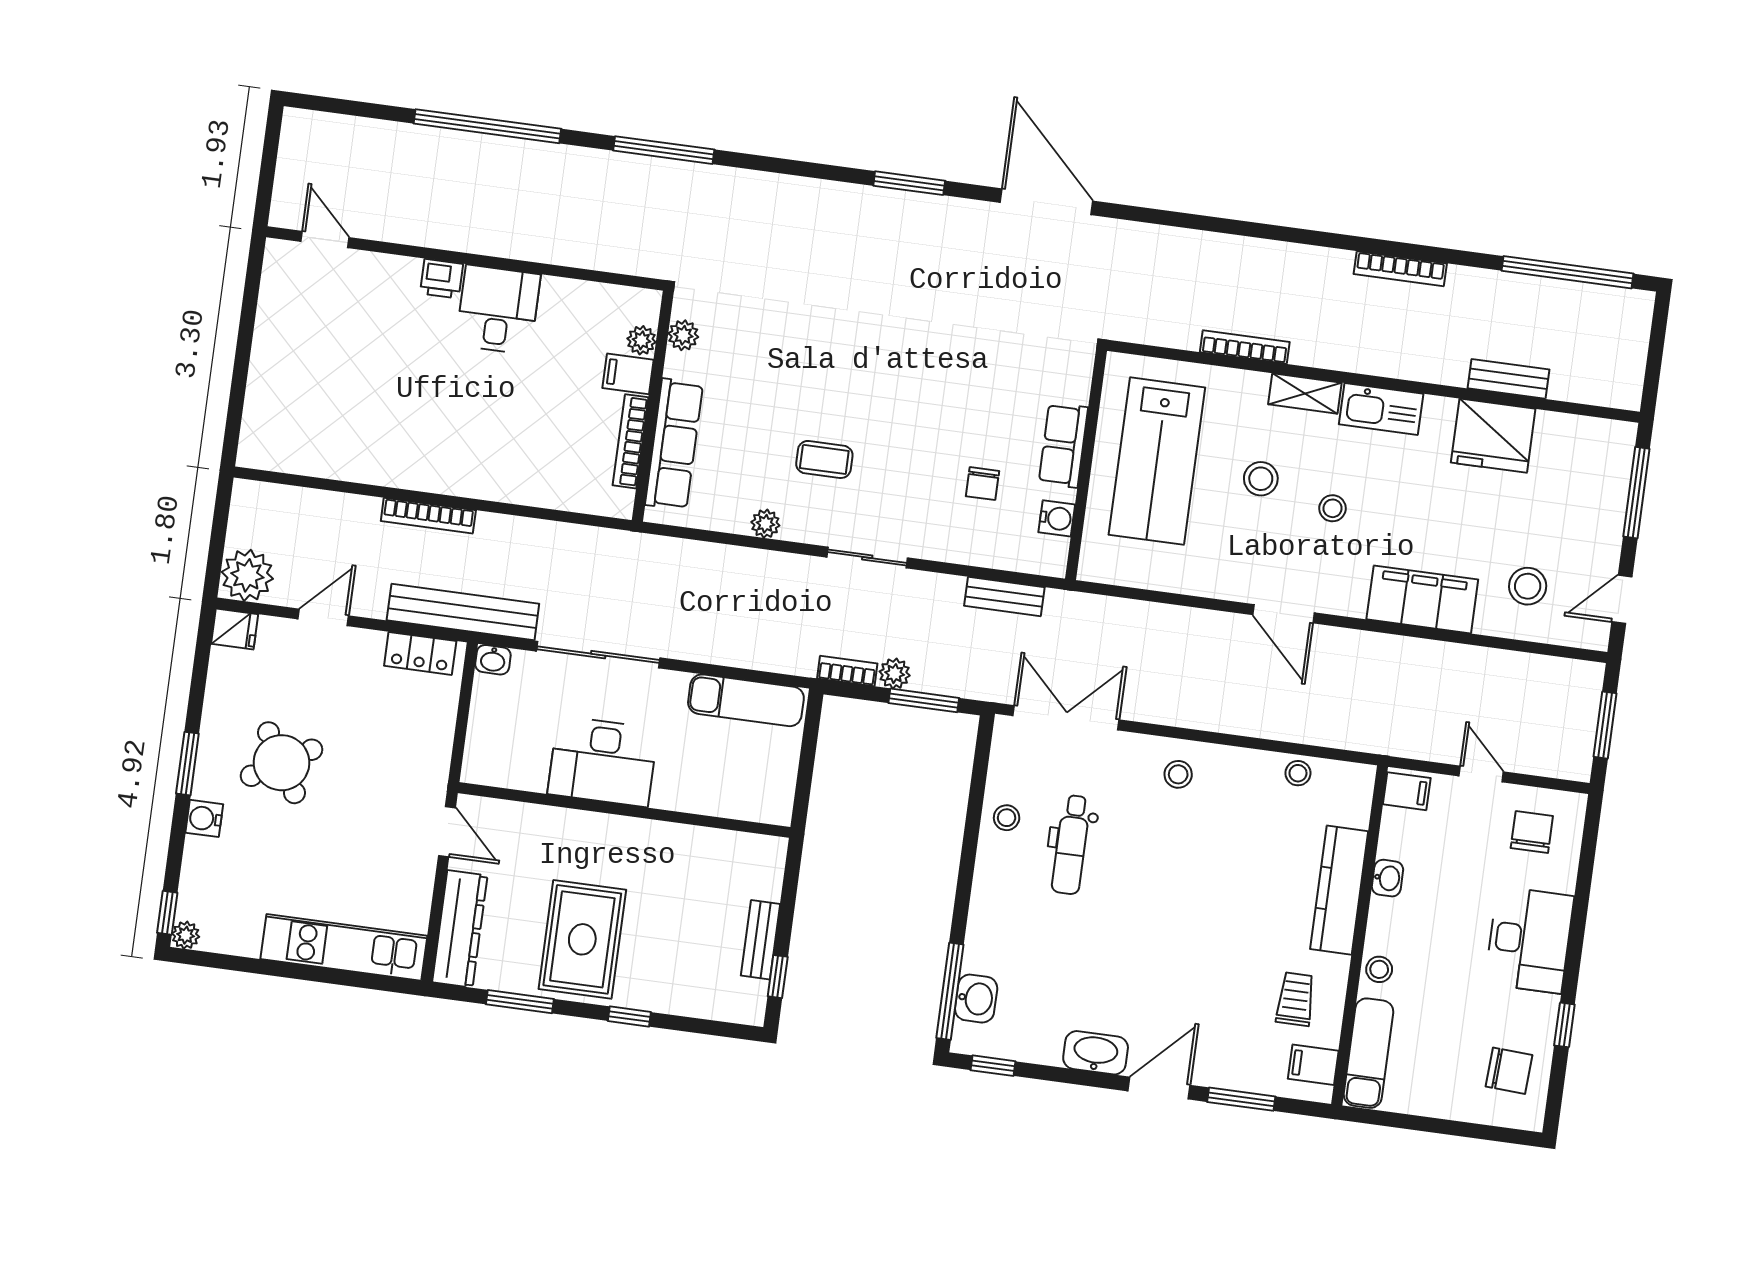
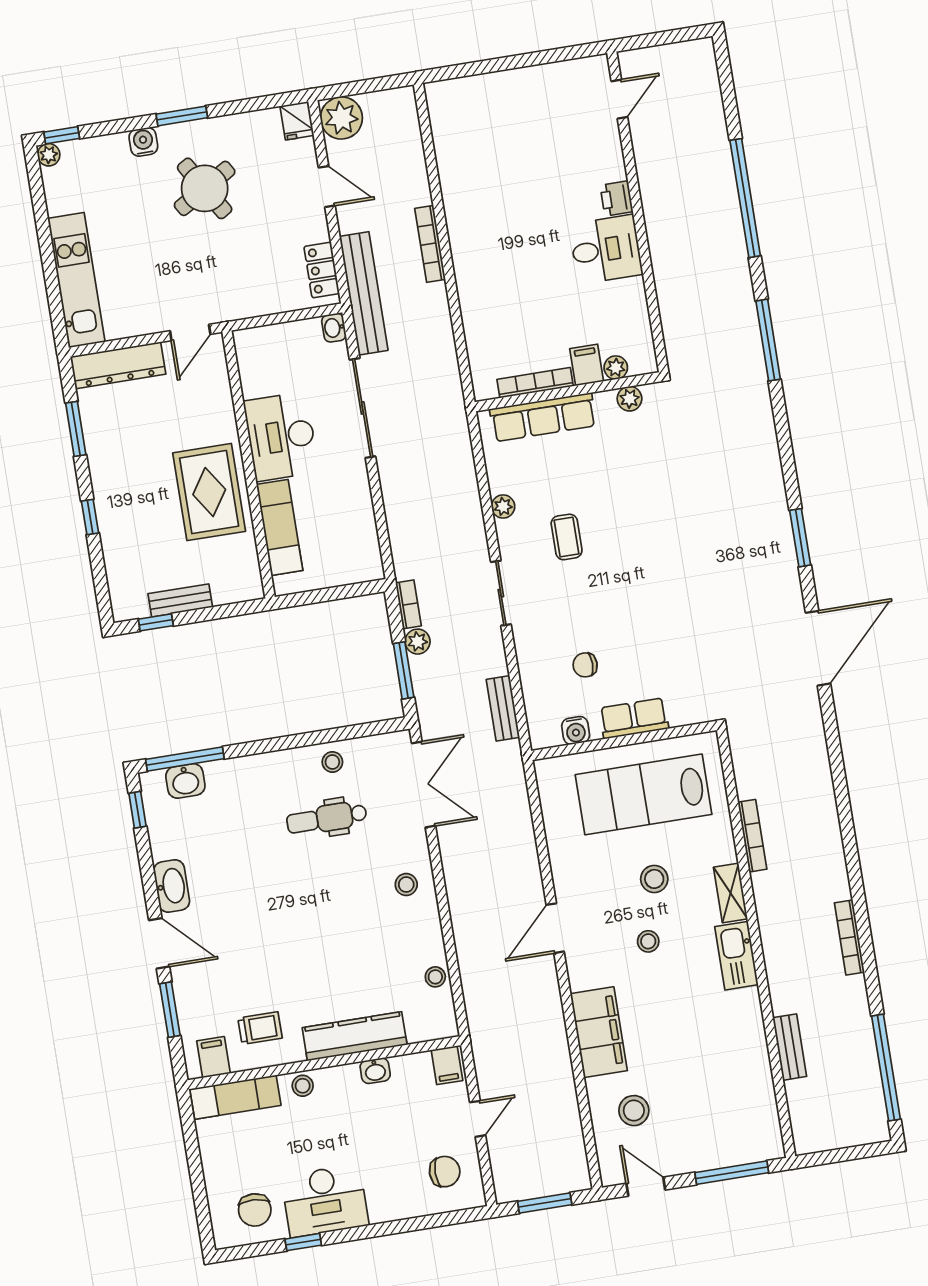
fridge: (1493, 436) -> (742, 1049), removed
exam couch: (746, 700) -> (280, 527), moved, turned 180
rug: (582, 939) -> (209, 492), moved, turned 90
desk: (1529, 940) -> (325, 1201), moved

